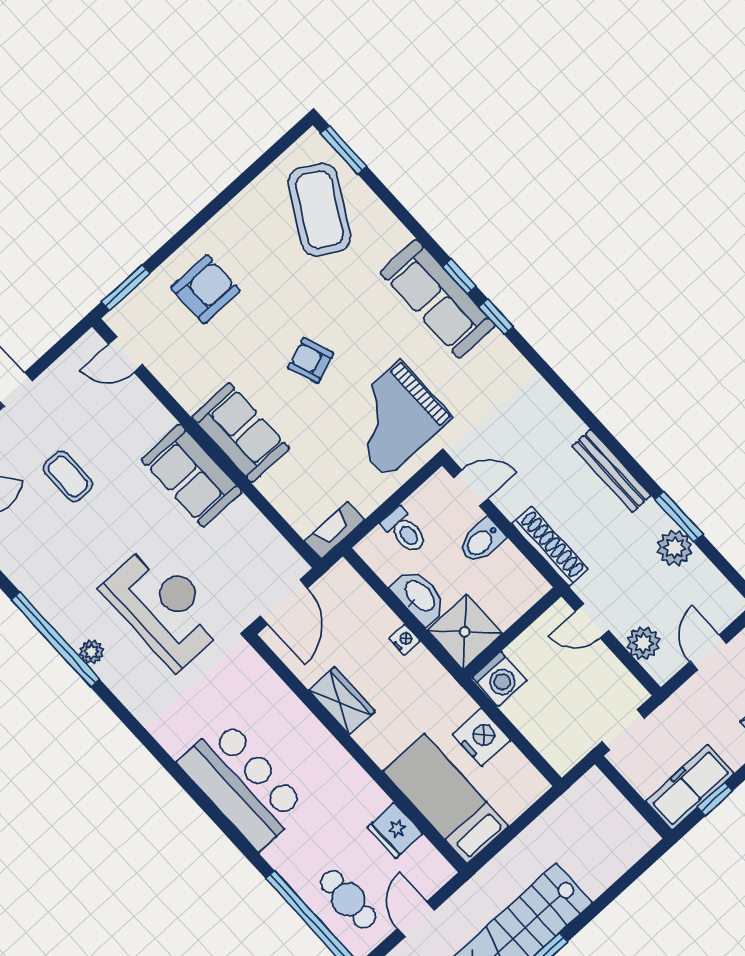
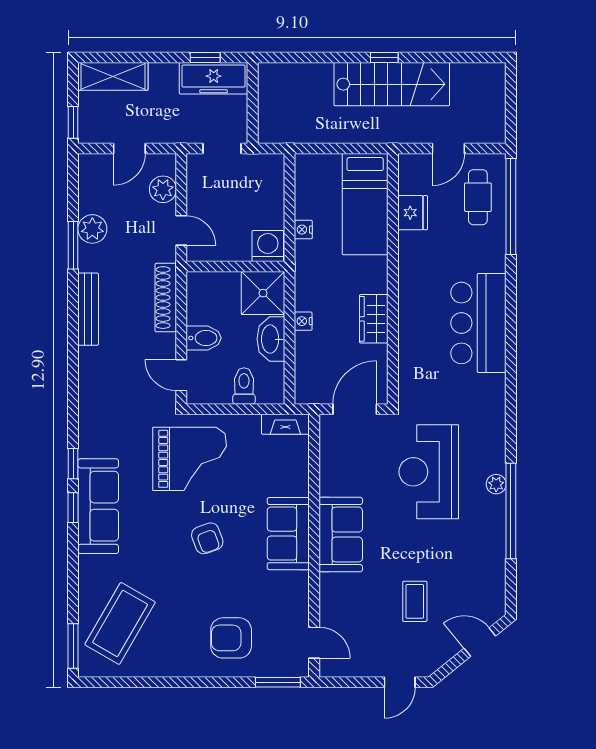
nightstand: (481, 737) -> (303, 230), width x0.53, depth x0.56

